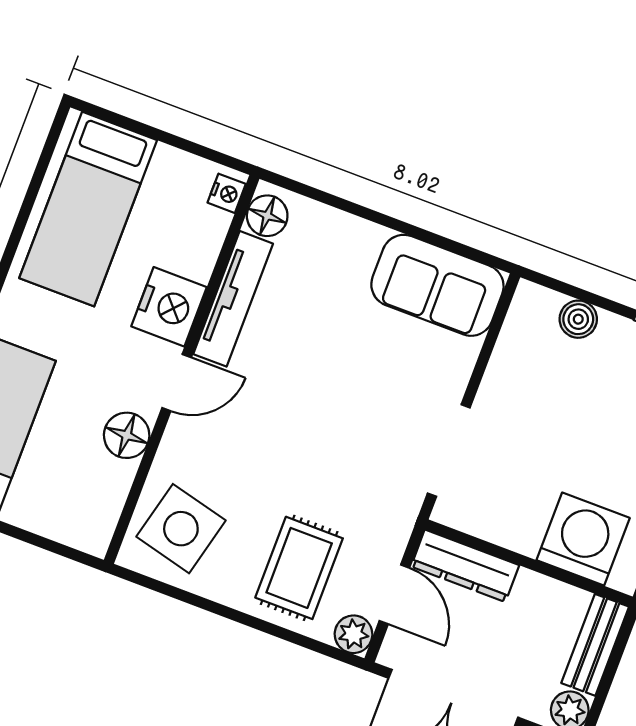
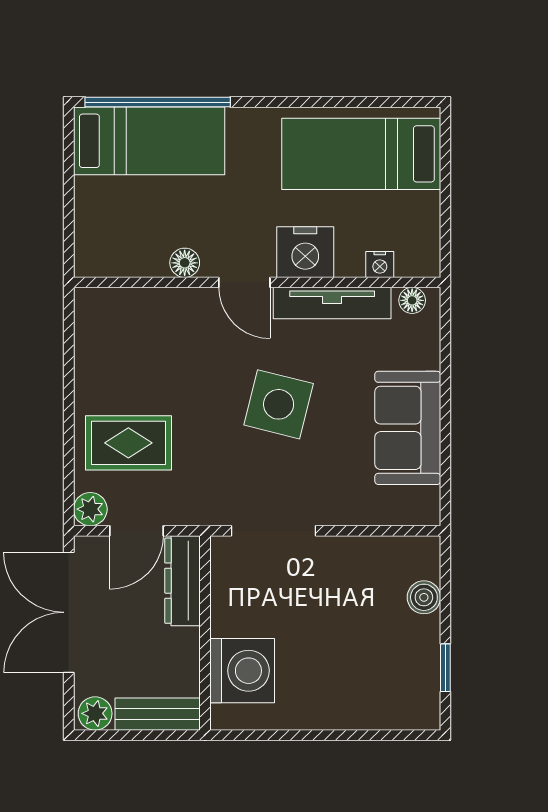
nightstand: (227, 193) -> (380, 264), moved
floor lamp: (267, 216) -> (412, 300), width x0.73, depth x0.73
sofa: (437, 285) -> (408, 428), moved
floor lamp: (127, 435) -> (185, 263), width x0.73, depth x0.73
side table: (181, 529) -> (279, 404), moved

